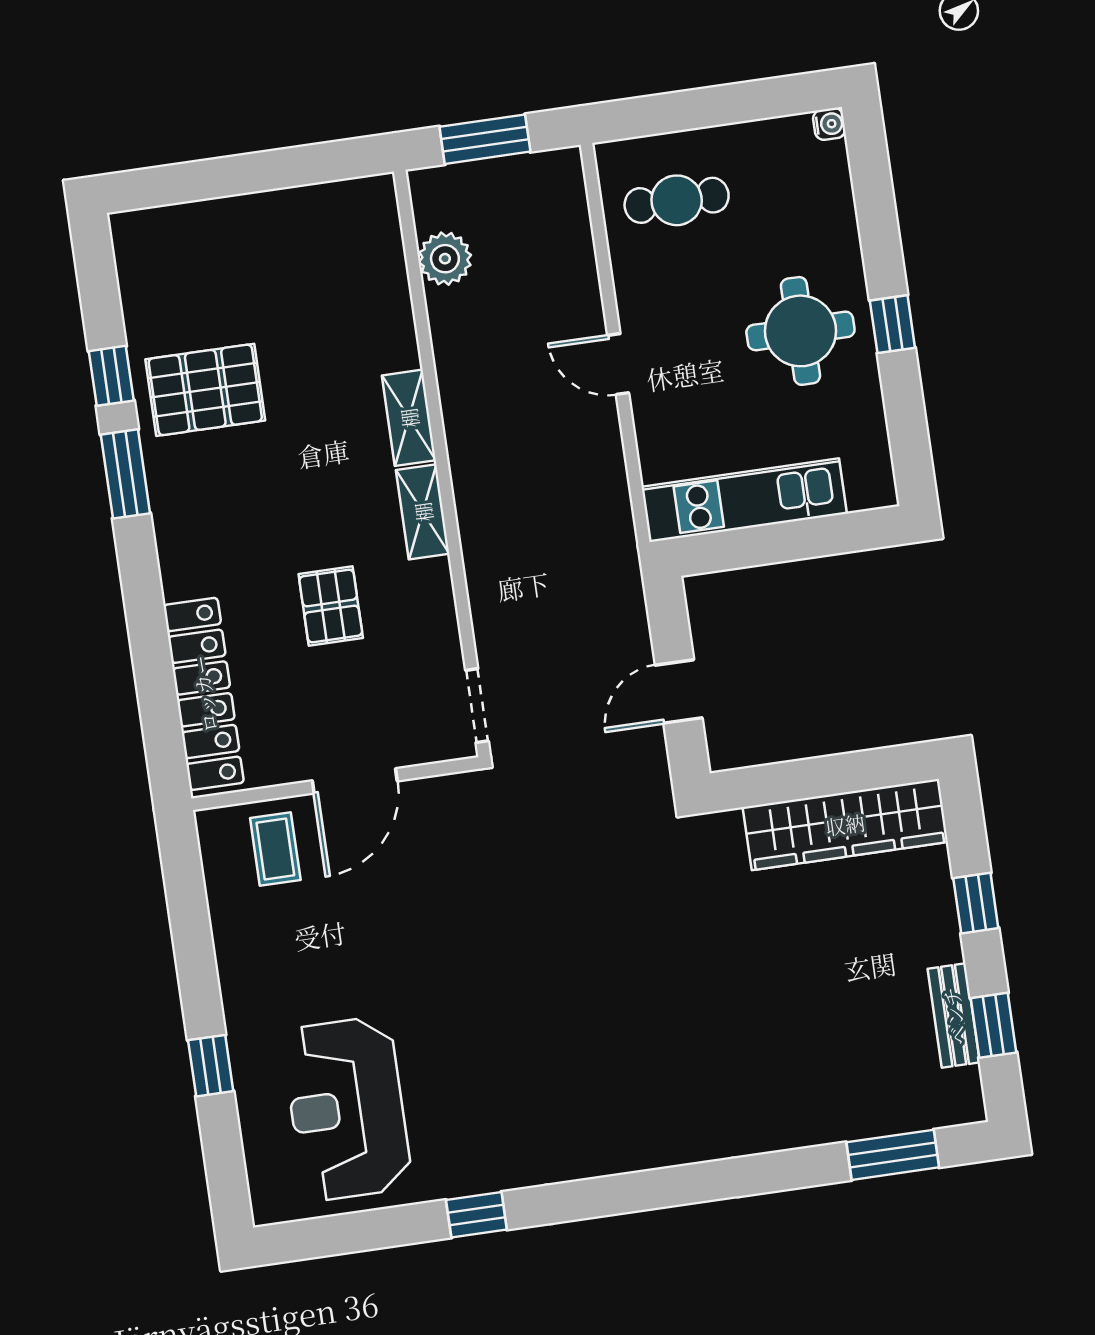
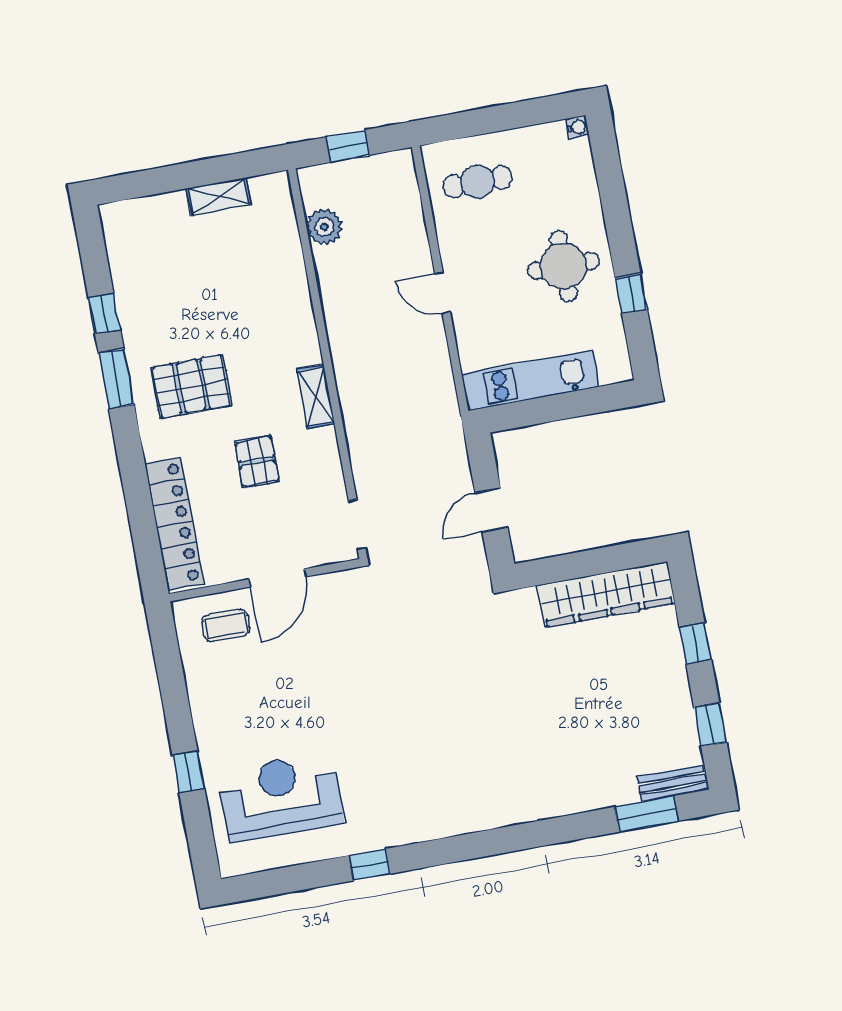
window: (485, 139) -> (348, 146), width x0.67
window: (892, 324) -> (631, 294), moved
pallet: (205, 390) -> (191, 387), moved
shelving: (409, 418) -> (218, 197), moved, turned 90
coffee table: (275, 849) -> (226, 625), turned 90
bench: (954, 1016) -> (672, 783), moved, turned 90
reception desk: (347, 1109) -> (281, 797), turned 90

